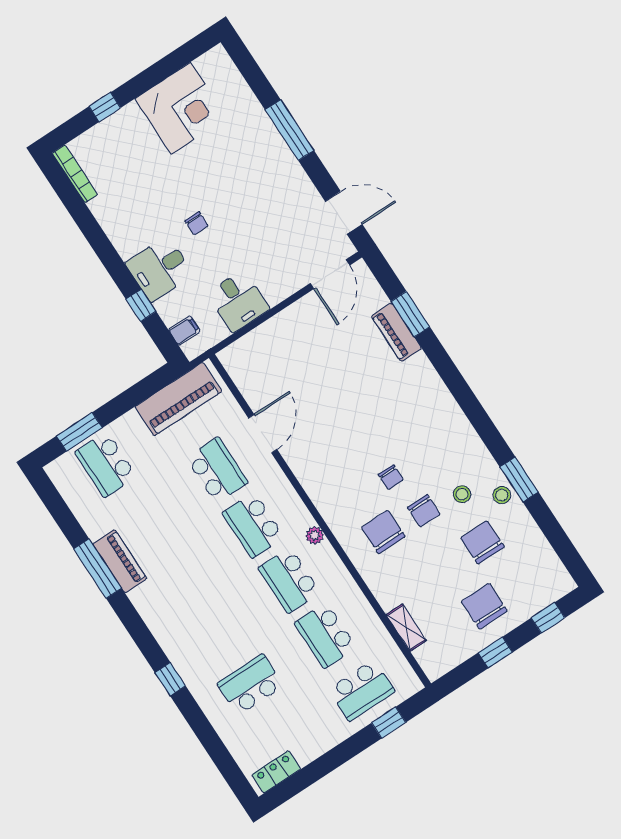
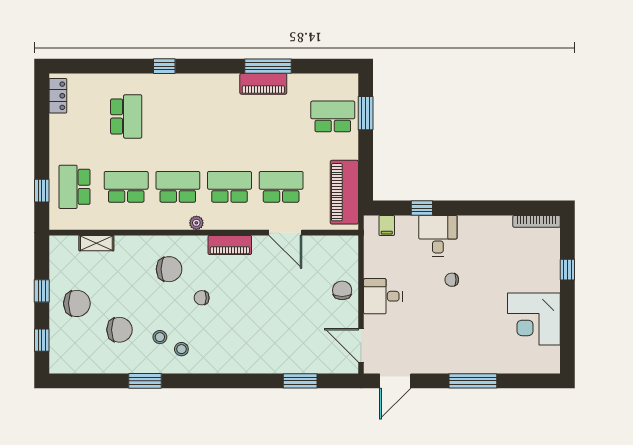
desk: (238, 301) -> (383, 296), moved
piano: (396, 332) -> (230, 245), moved, turned 180
school desk: (217, 470) -> (281, 187), turned 180
stool: (502, 495) -> (181, 349), moved
chair: (424, 511) -> (342, 290), moved, turned 90

